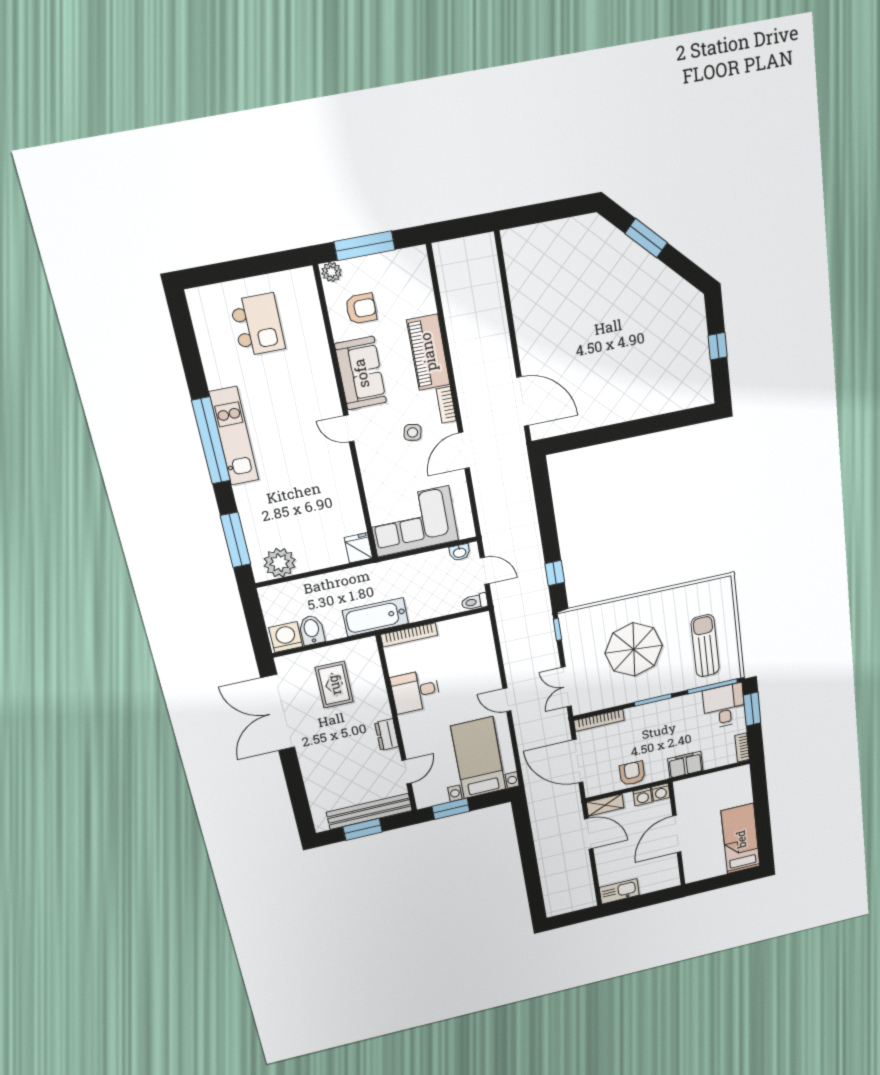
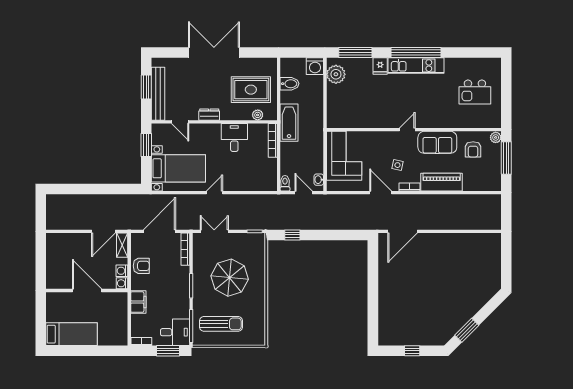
window: (646, 238) -> (467, 330), moved
fridge: (358, 548) -> (380, 66), moved, turned 90
door: (485, 571) -> (304, 193), swing flipped
washing machine: (286, 637) -> (315, 66), moved, turned 90
plant: (373, 666) -> (258, 115), added
rug: (334, 685) -> (251, 90), width x1.36, depth x1.43
double door: (278, 713) -> (214, 53), moved
kitchen sink: (619, 891) -> (53, 246), removed

